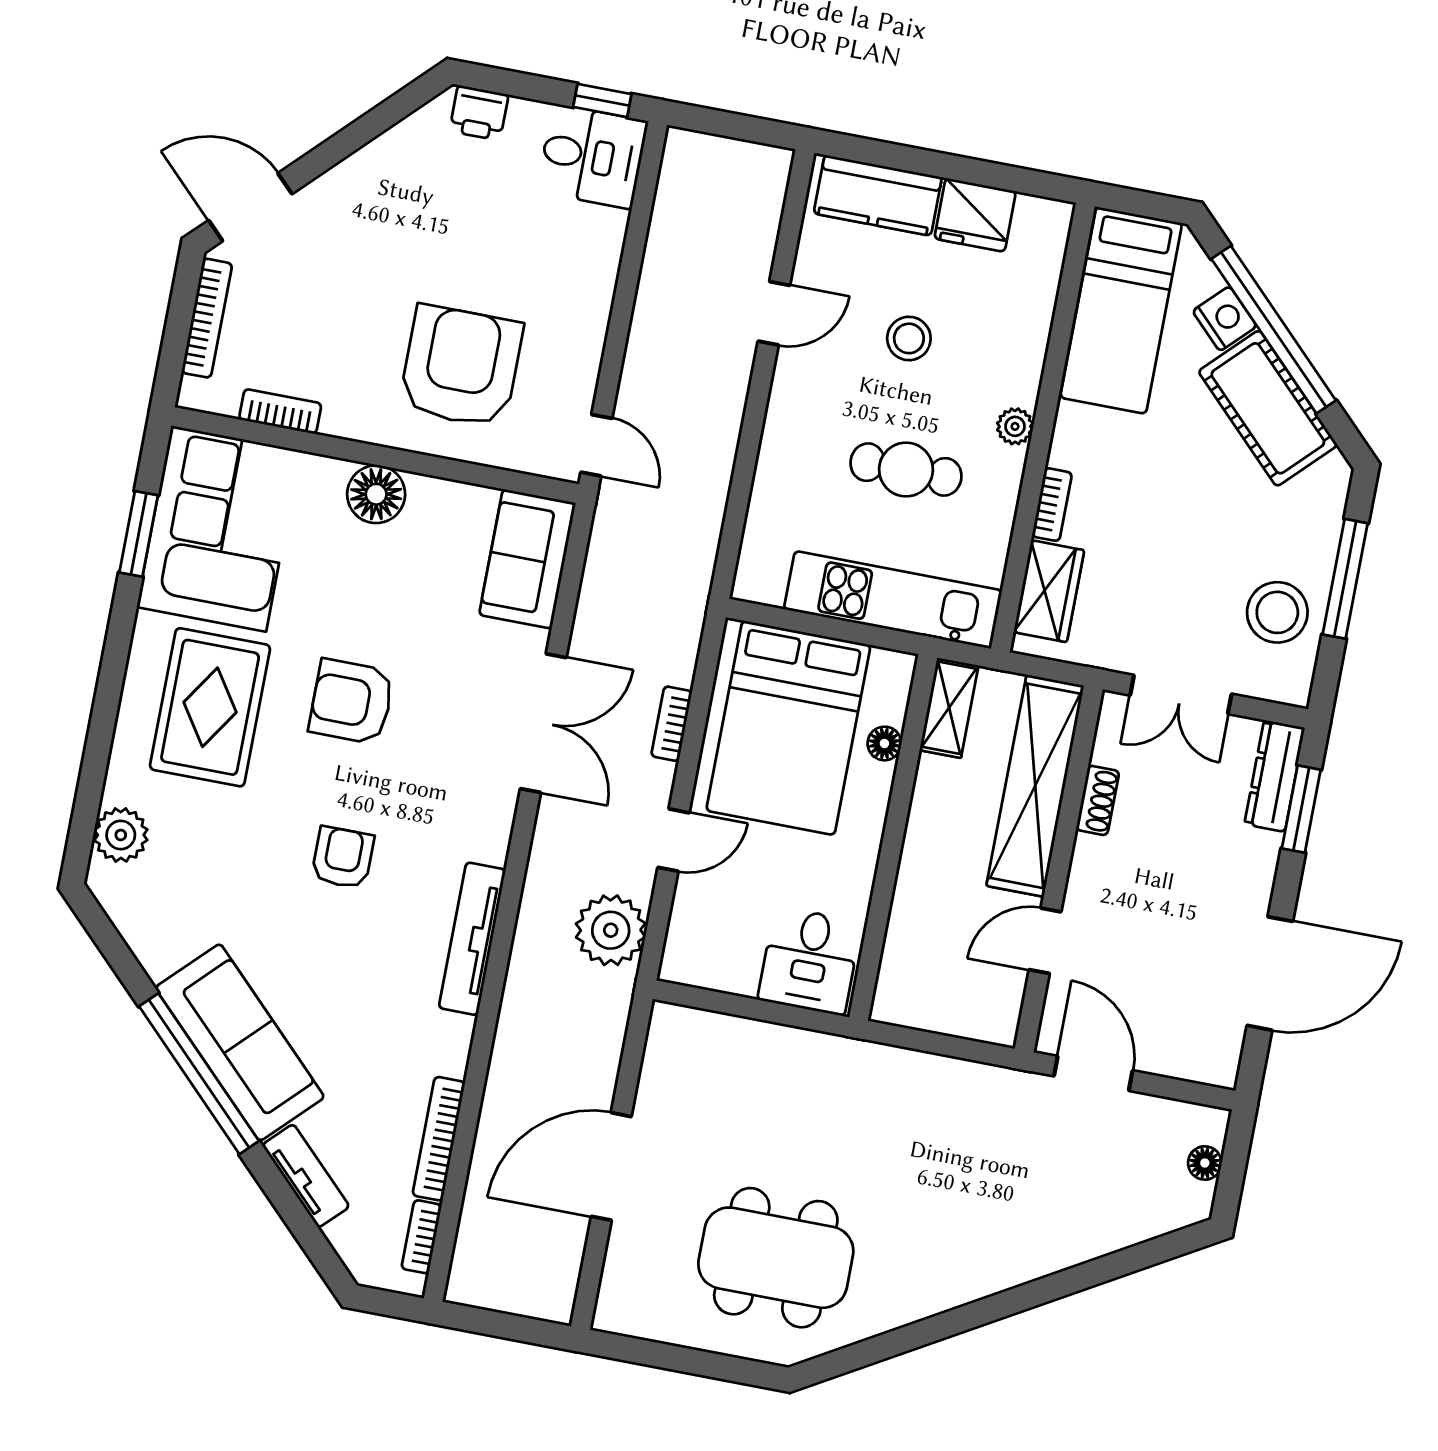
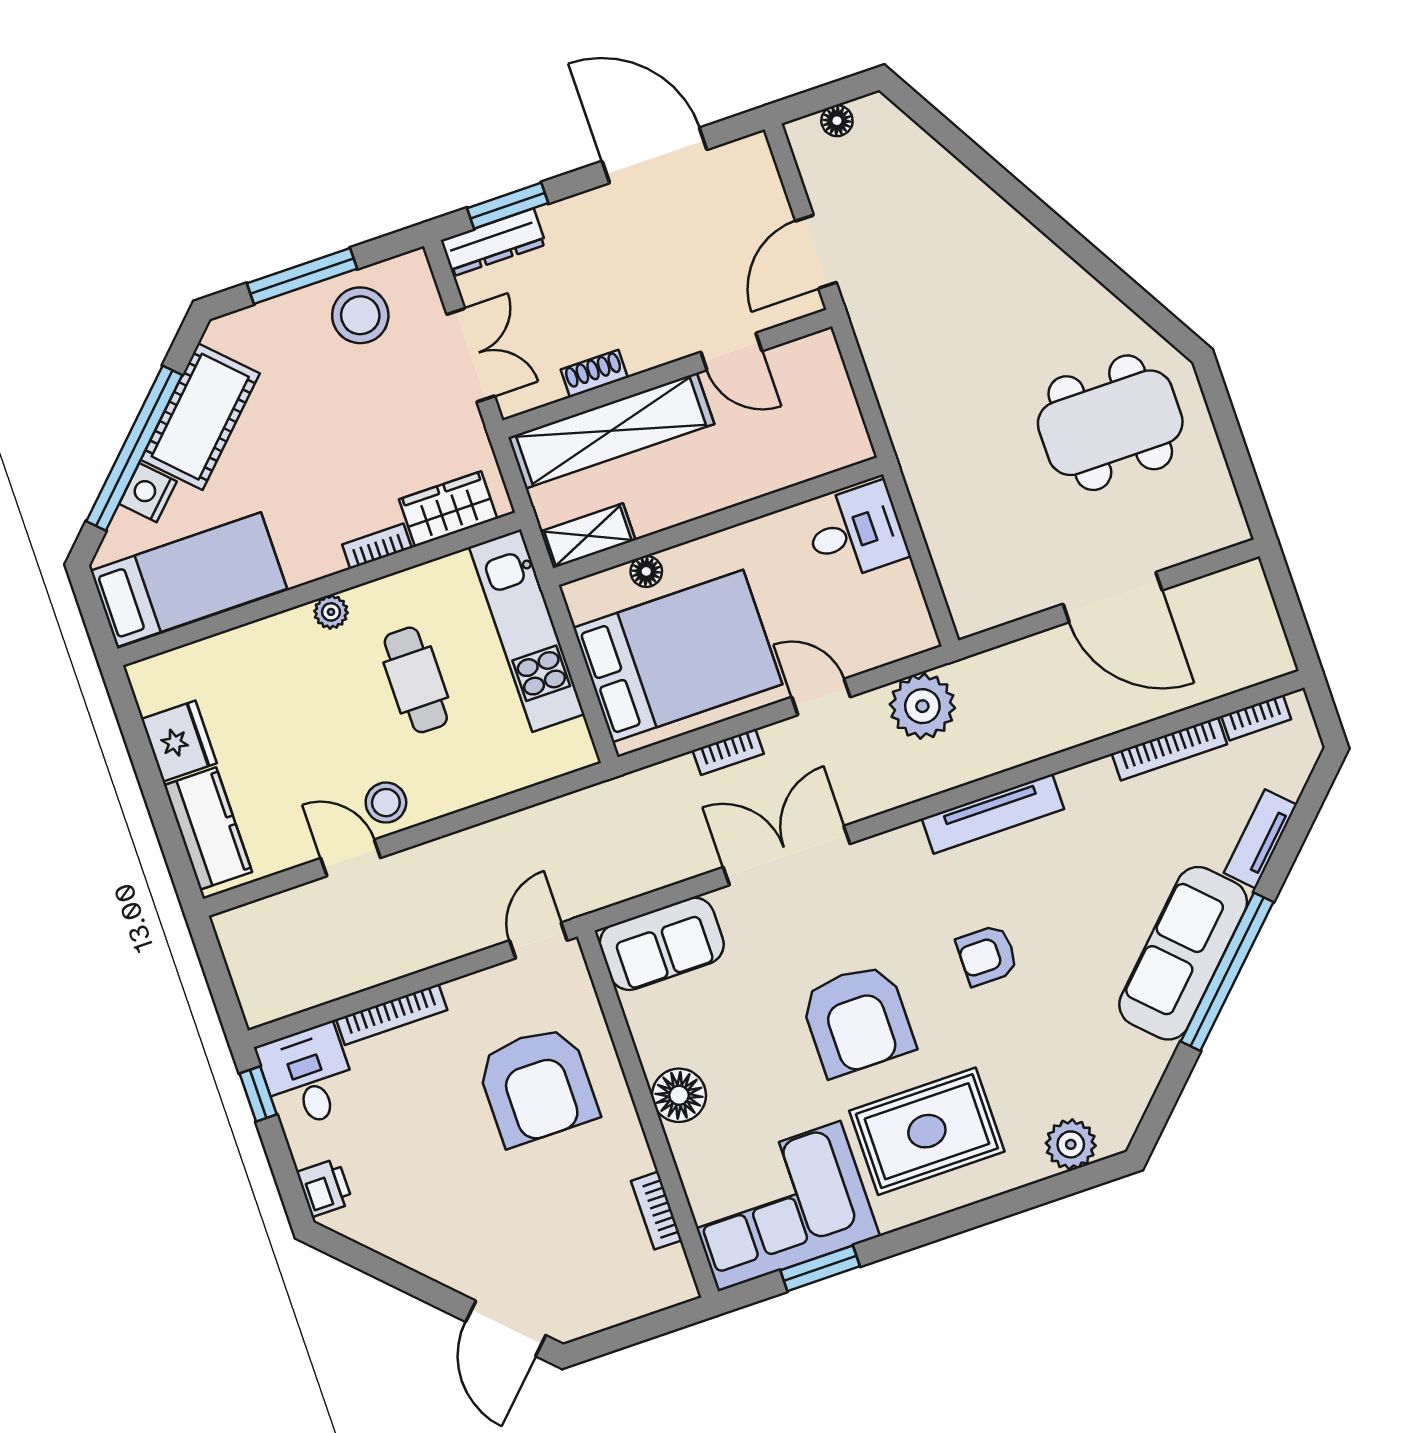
bookcase: (207, 318) -> (392, 1015), moved, turned 180
stool: (909, 338) -> (386, 803), moved
armchair: (461, 366) -> (537, 1086), turned -90
armchair: (352, 702) -> (857, 1020), width x1.36, depth x1.36
dining table: (776, 1258) -> (1110, 423), turned 90

